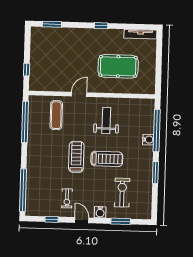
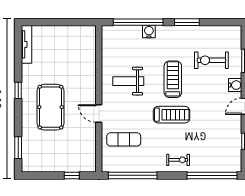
pool table: (118, 66) -> (50, 107), moved
treadmill: (76, 157) -> (171, 115), turned 180
exercise bike: (67, 198) -> (178, 160), moved

